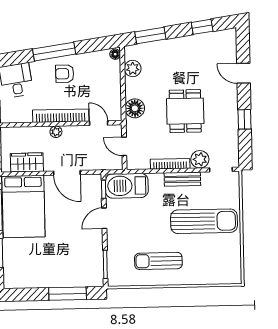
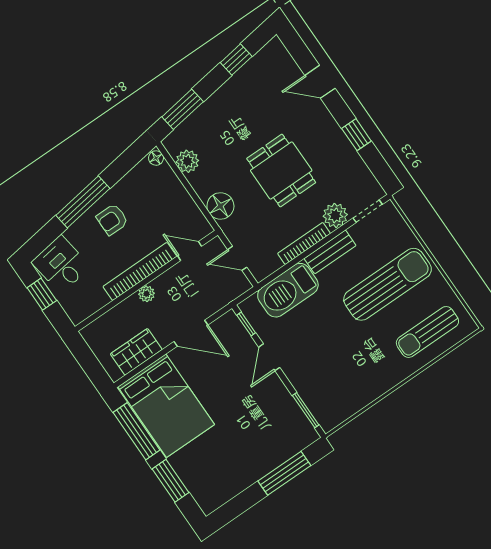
barbecue: (127, 186) -> (288, 290), moved
sun lounger: (158, 261) -> (427, 332), moved

